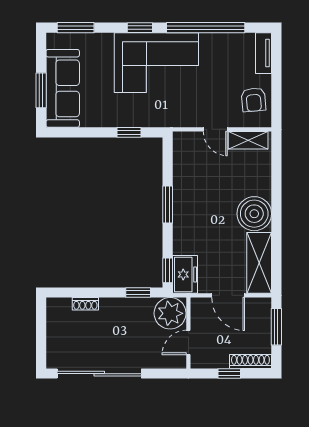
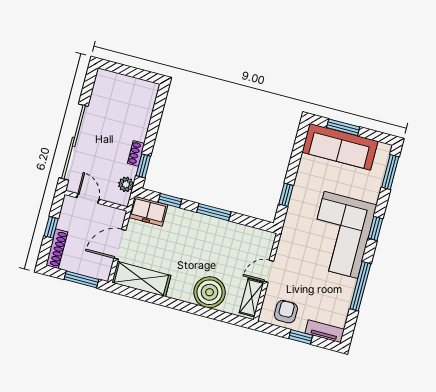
window: (206, 28) -> (360, 286), width x0.68
window: (276, 77) -> (301, 337), added
armchair: (254, 100) -> (286, 312), turned 95
boiler: (254, 214) -> (210, 292), moved
window: (168, 270) -> (170, 201), moved
shoe rack: (85, 304) -> (136, 153), moved
plant: (170, 313) -> (126, 184), width x0.53, depth x0.53
sliding door: (99, 374) -> (74, 142), moved

